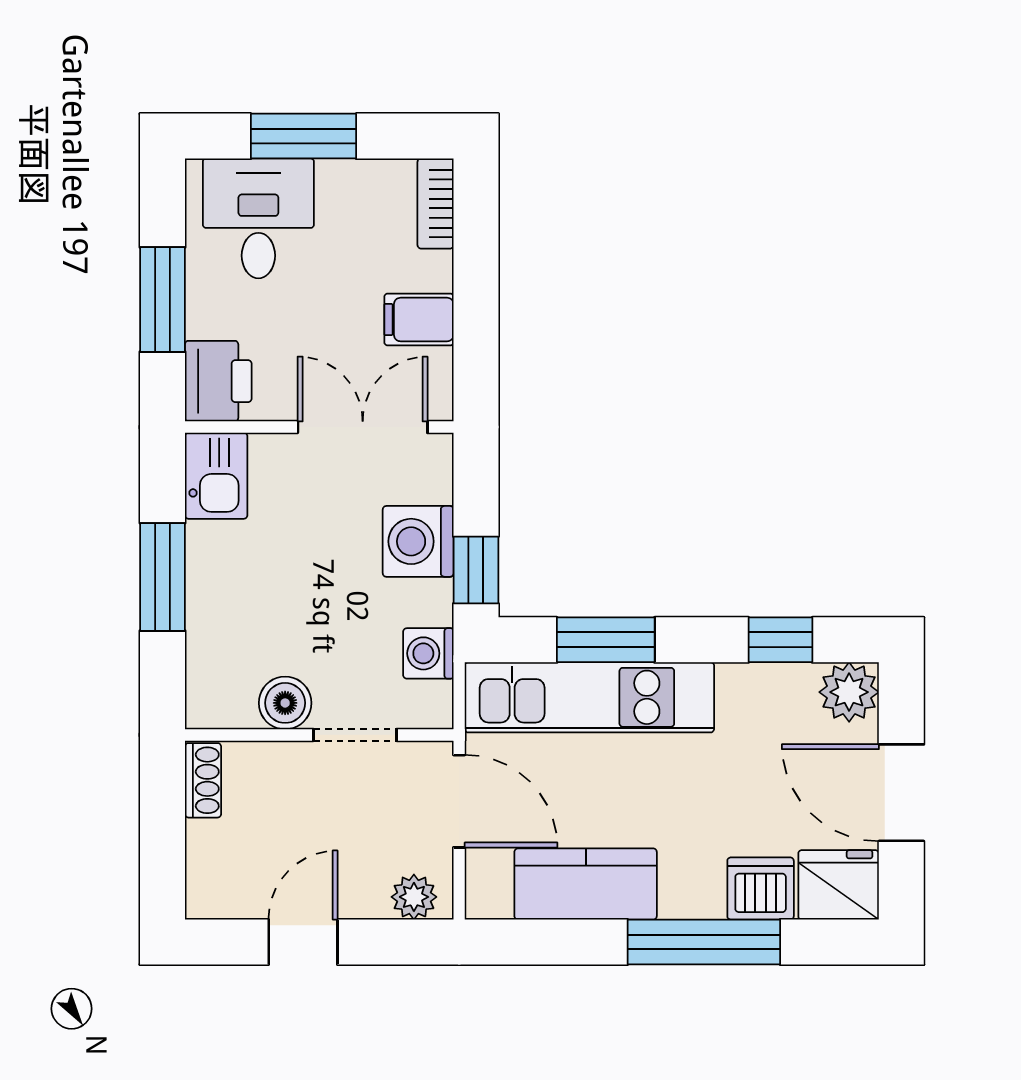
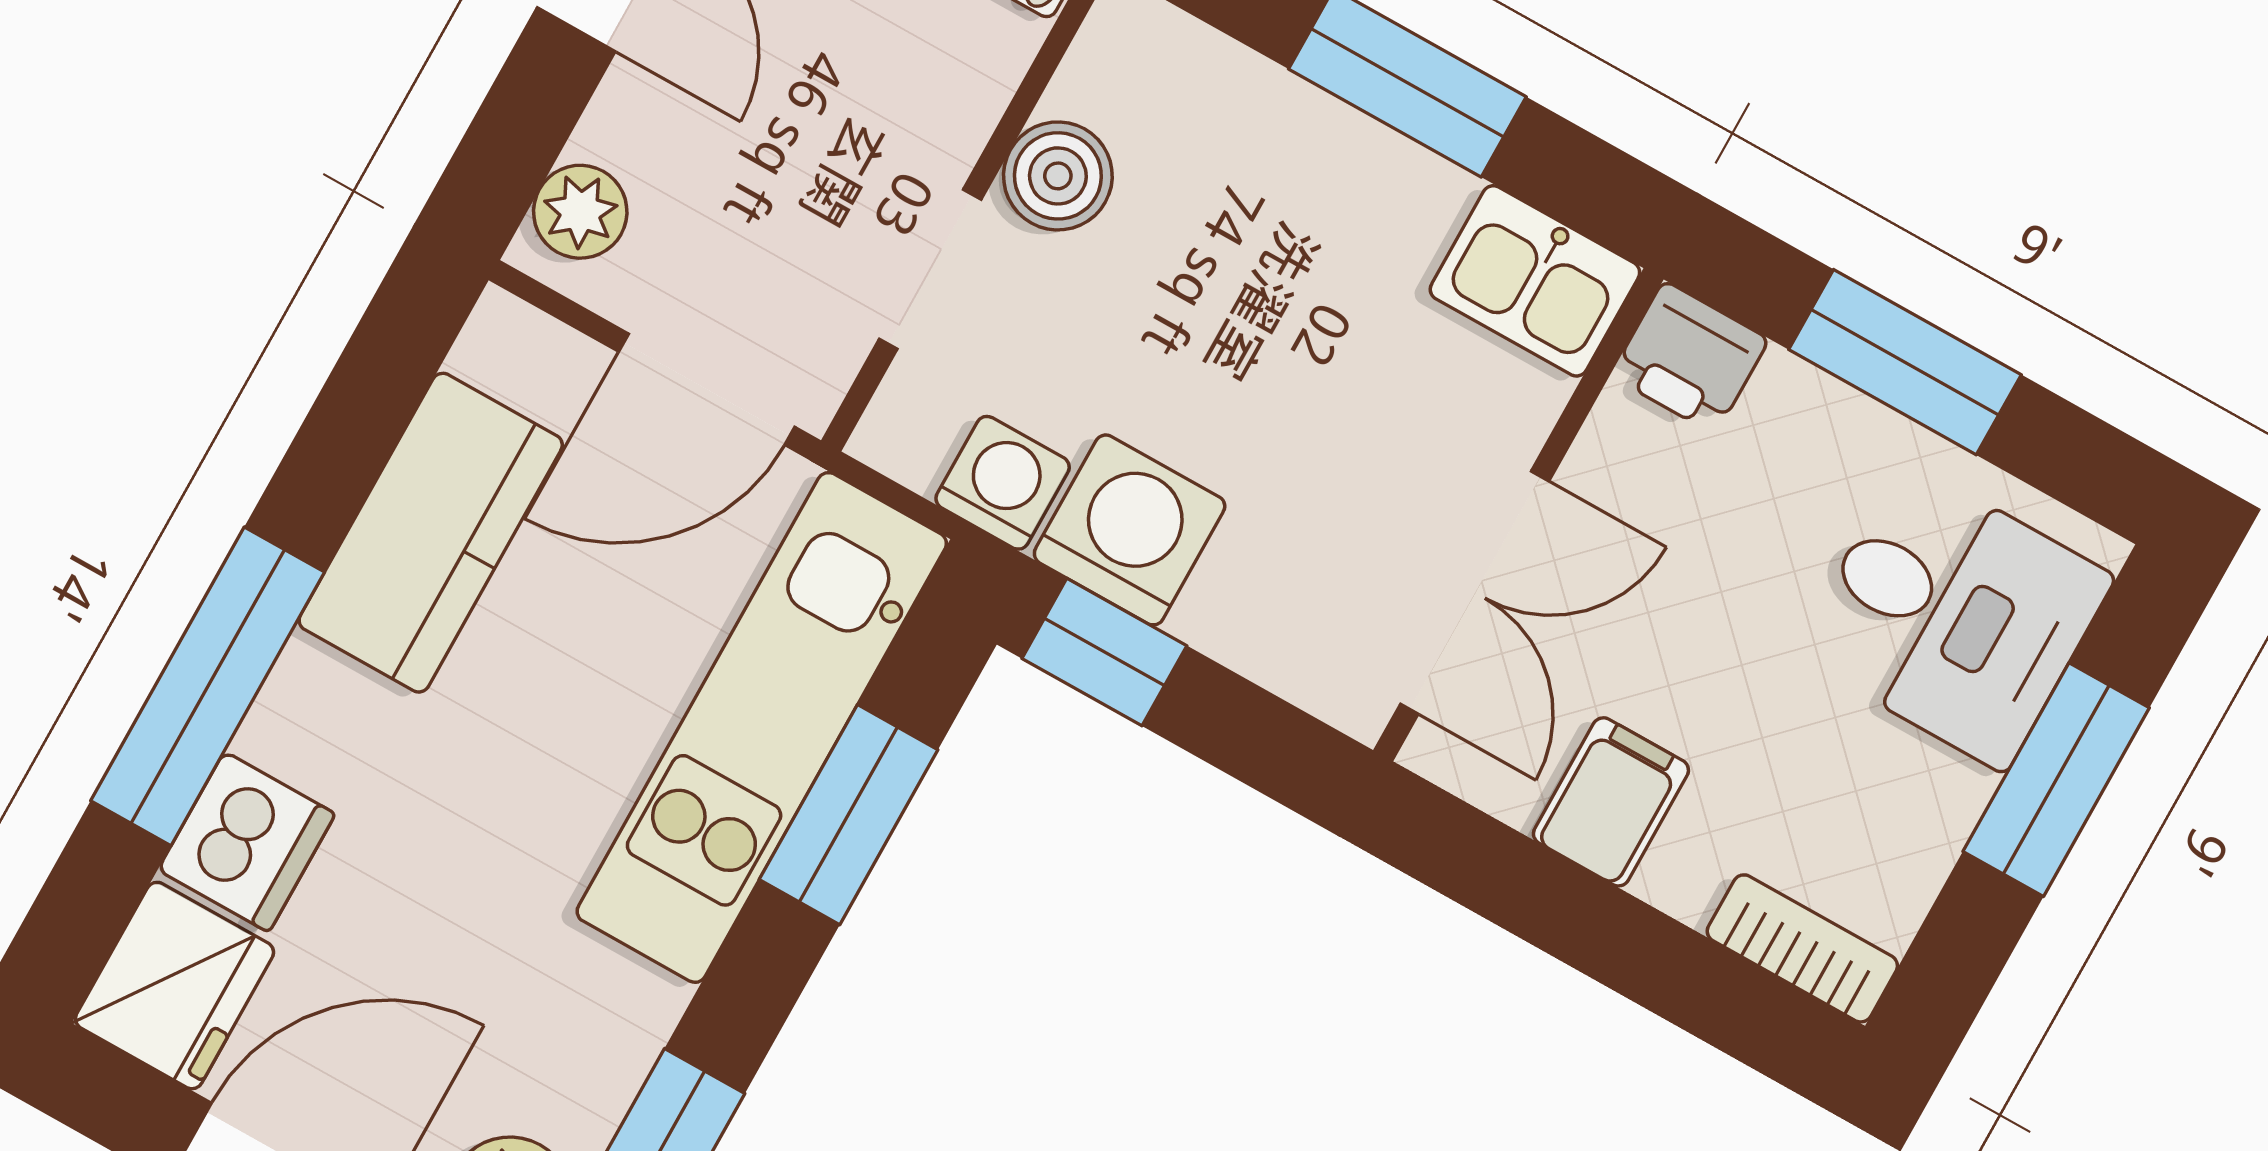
printer: (218, 381) -> (1690, 358), width x0.73, depth x0.81
washing machine: (418, 541) -> (1130, 530), moved

